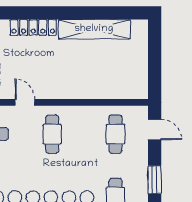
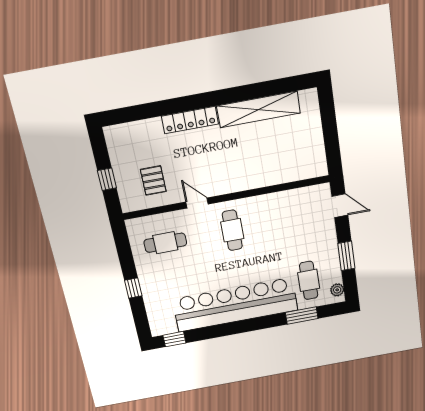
cafe table: (116, 134) -> (299, 218), removed

